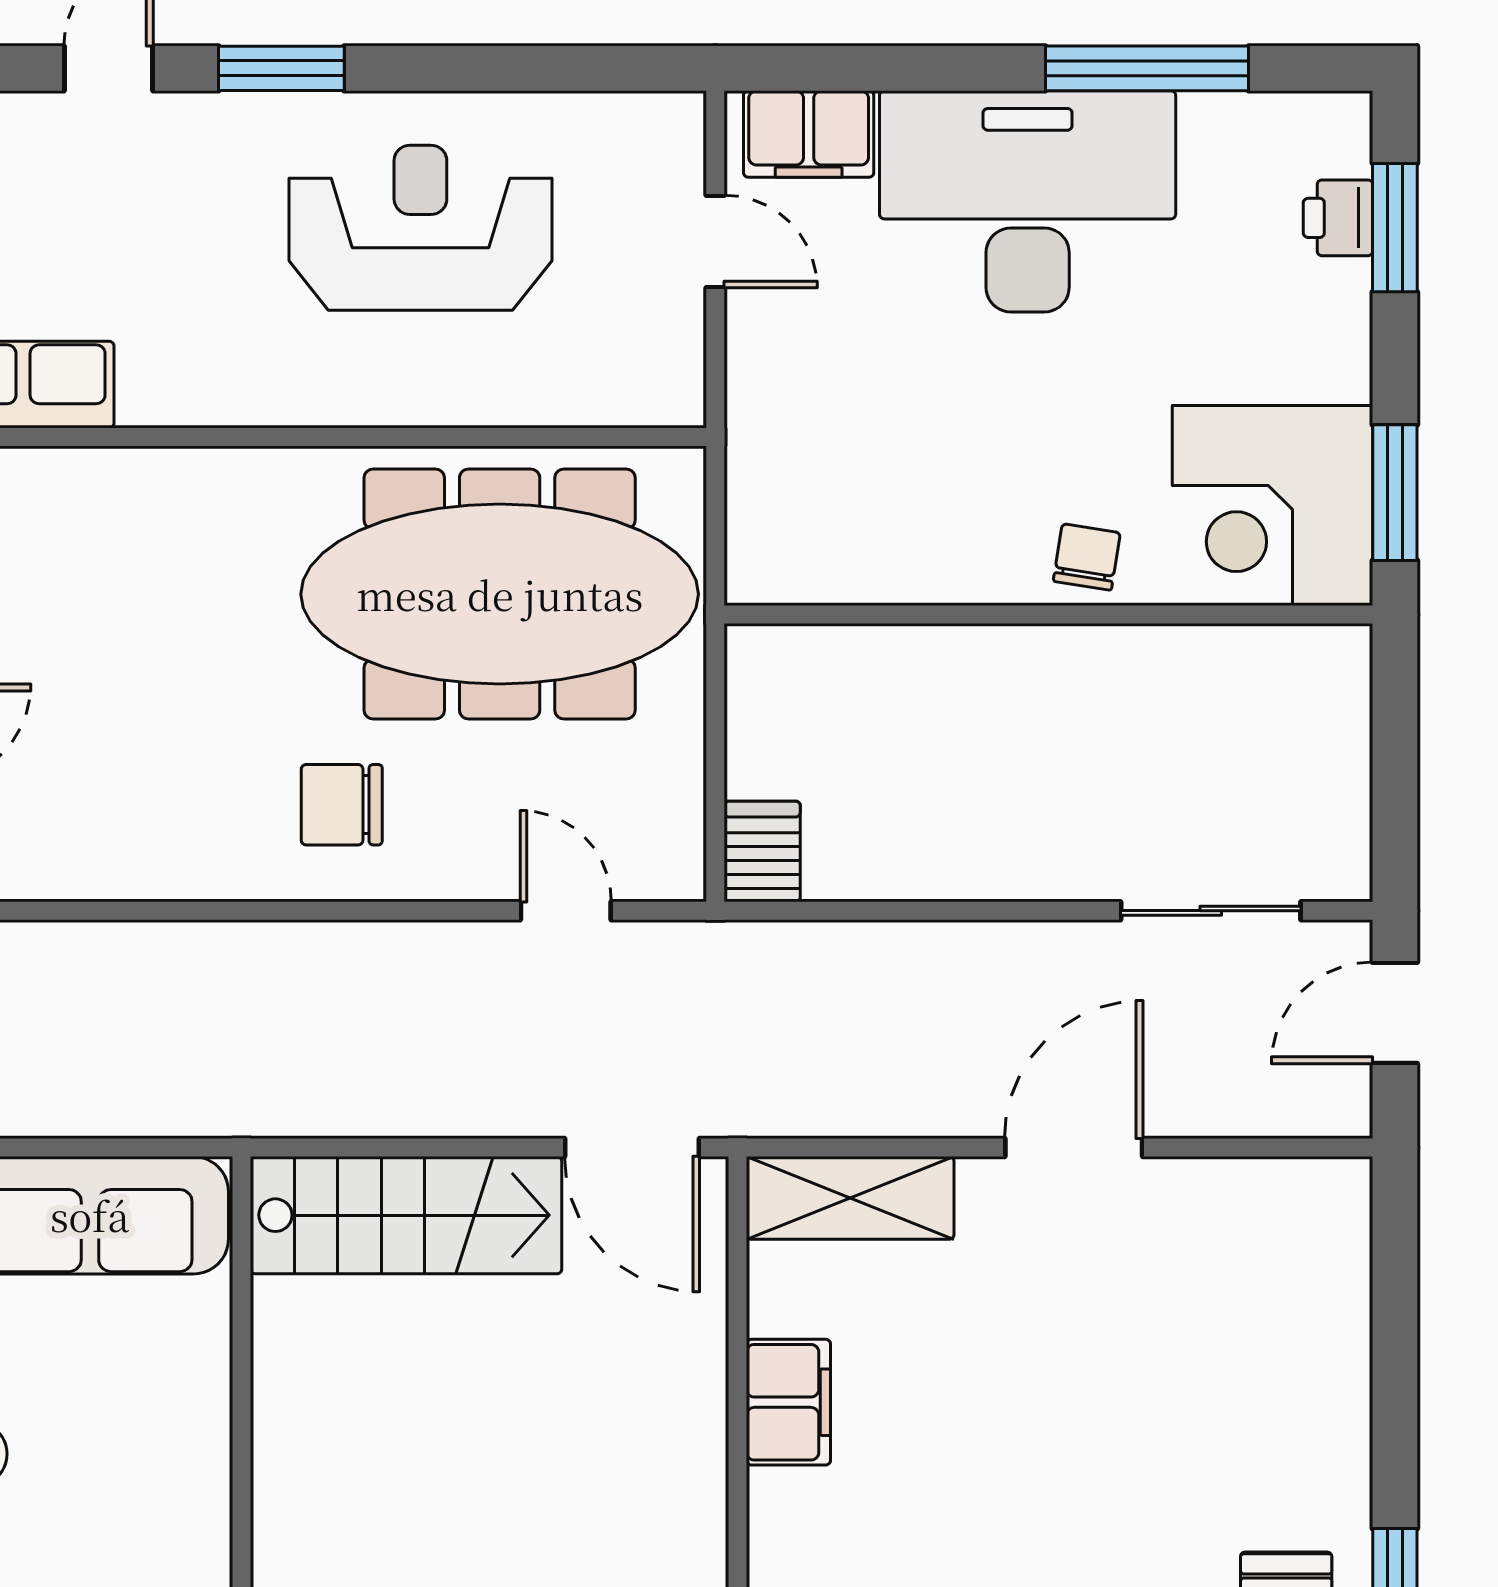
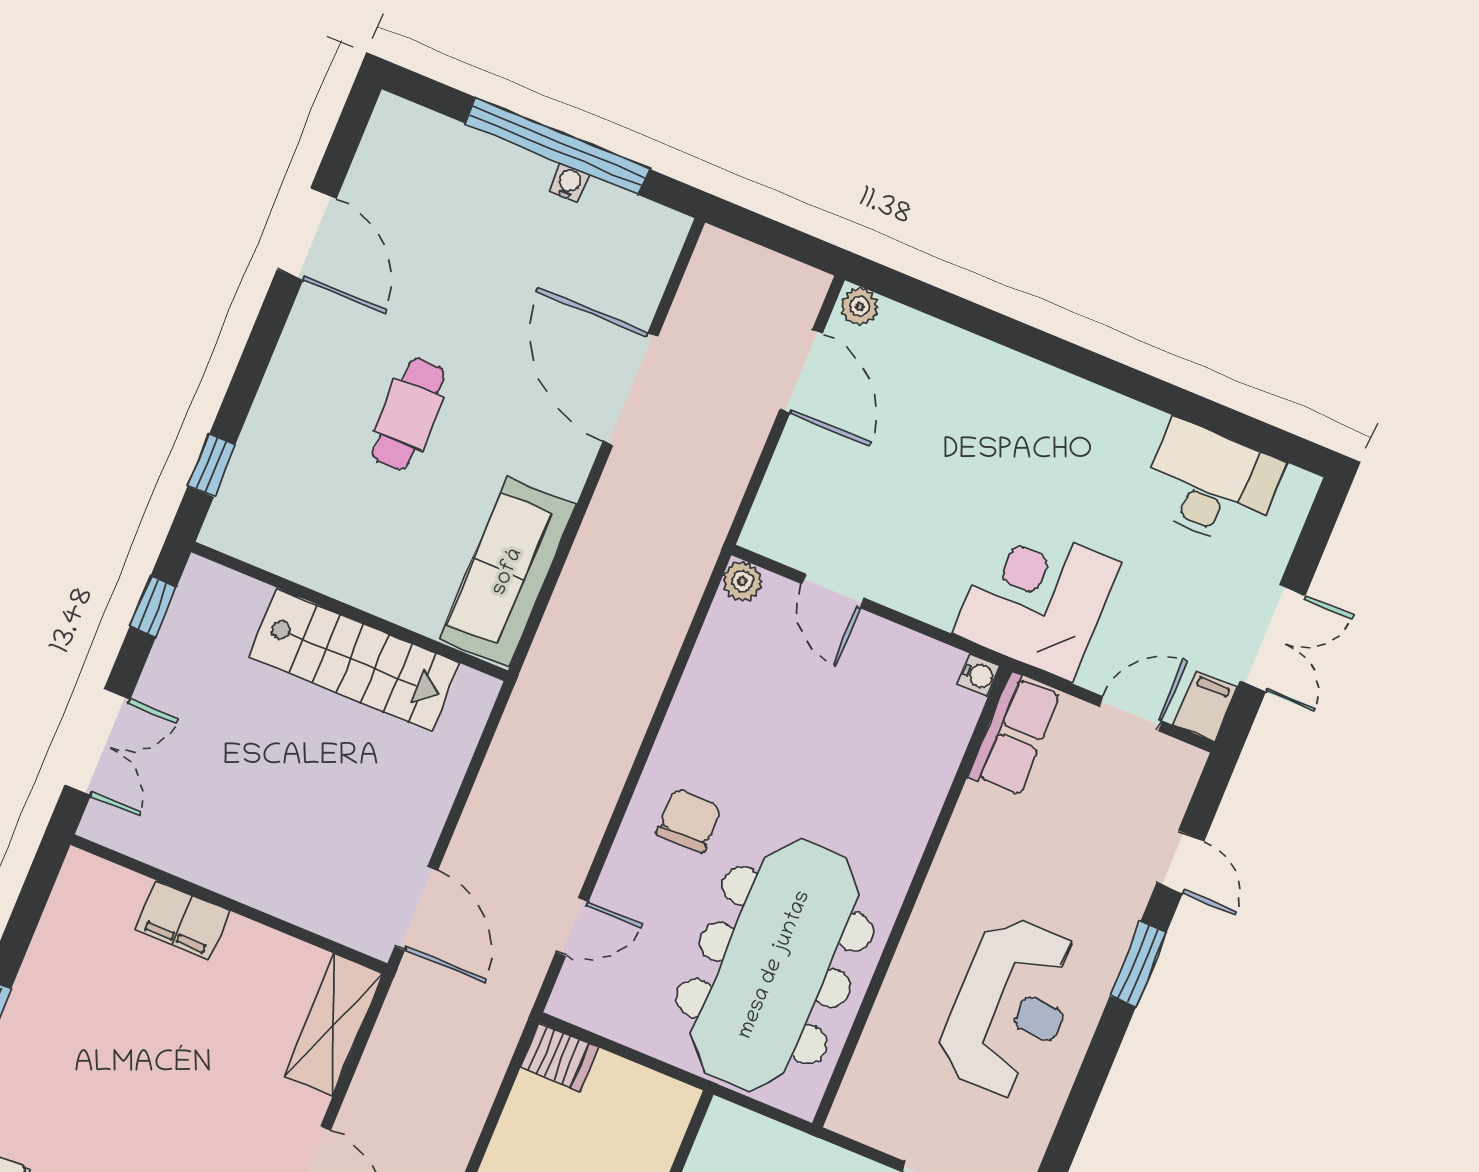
door: (632, 1148) -> (416, 908), swing flipped
stairs: (406, 1215) -> (354, 660), moved, turned -90
filing cabinet: (788, 1402) -> (182, 920), moved

